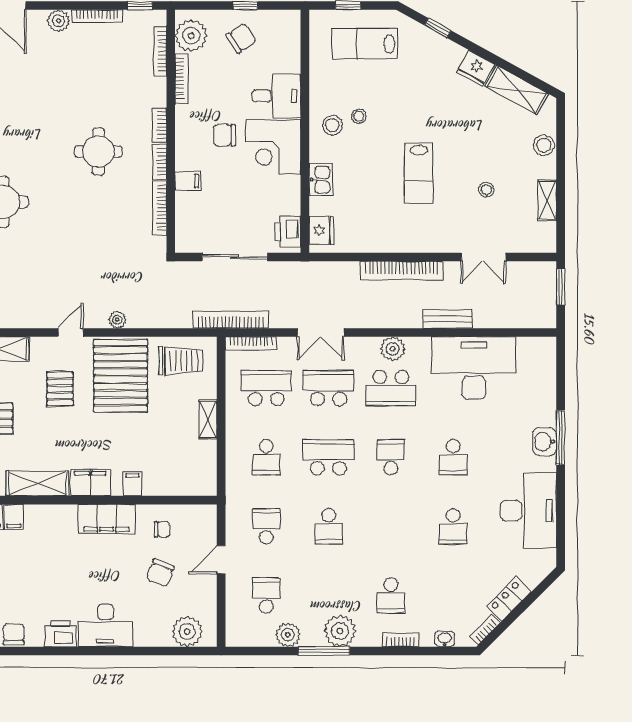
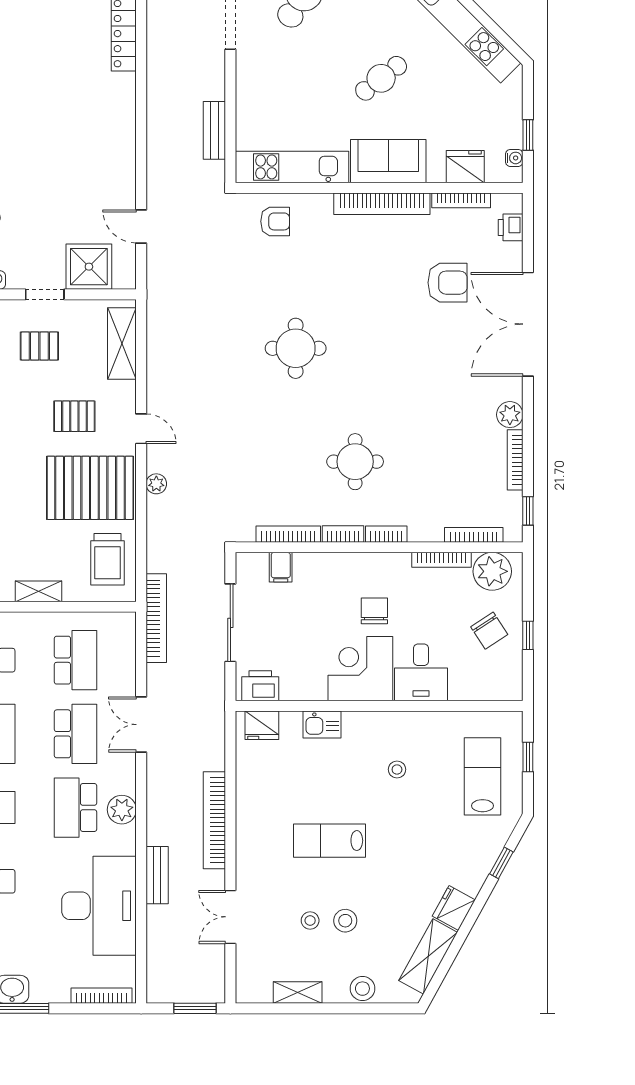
stool: (332, 125) -> (345, 921), moved
filing cabinet: (188, 181) -> (281, 567), moved
bookcase: (251, 343) -> (102, 996), moved, turned 90

